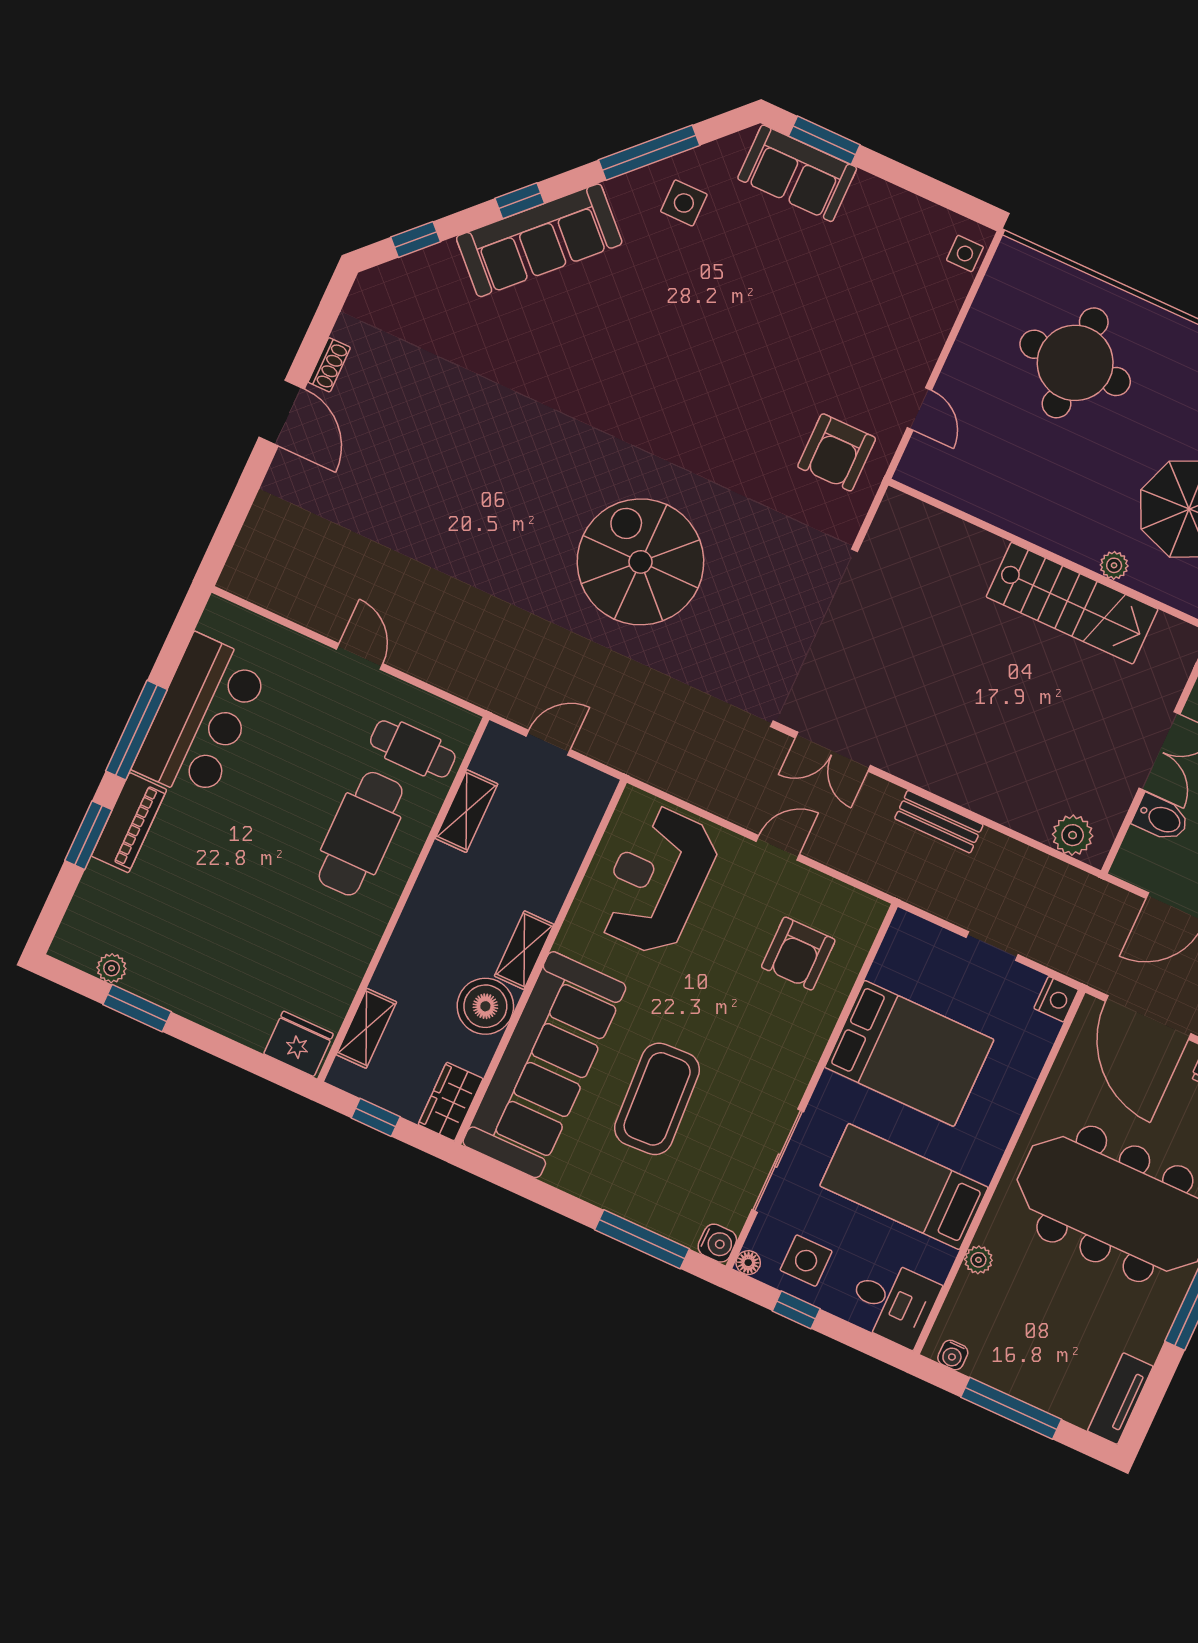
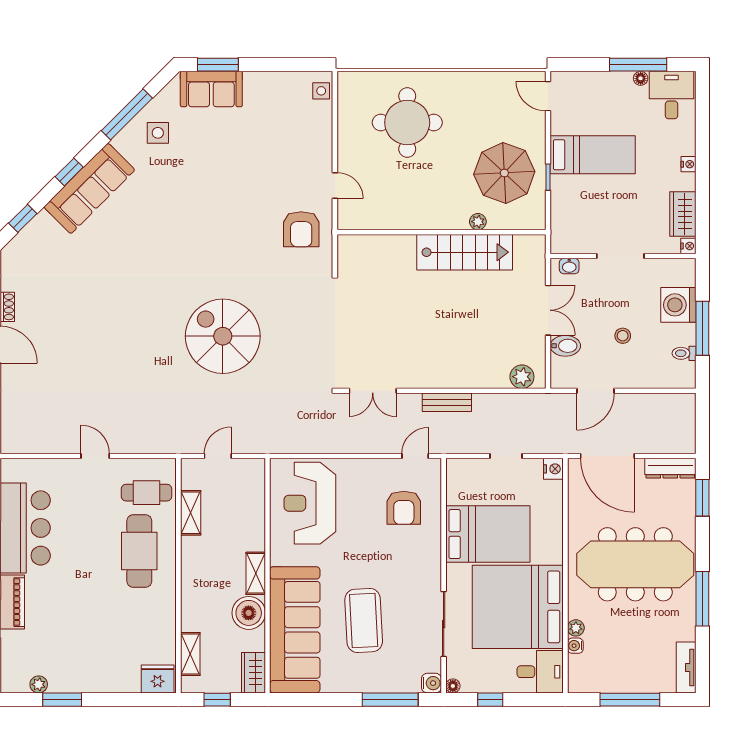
door: (778, 848) -> (415, 456), moved
bed: (904, 1187) -> (518, 607), width x2.04
side table: (806, 1261) -> (483, 671), removed
water cooler: (953, 1355) -> (575, 646), moved, turned 90

